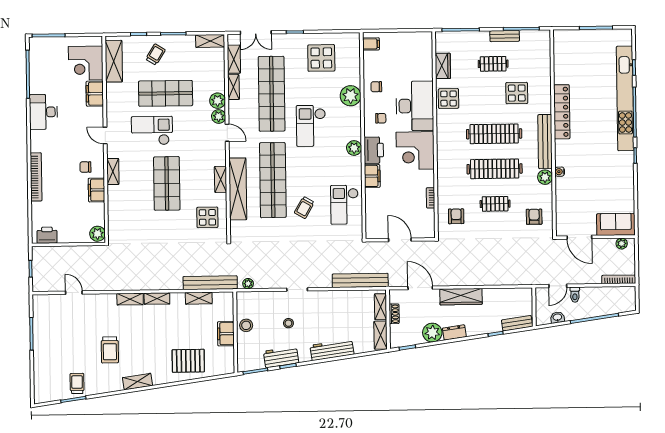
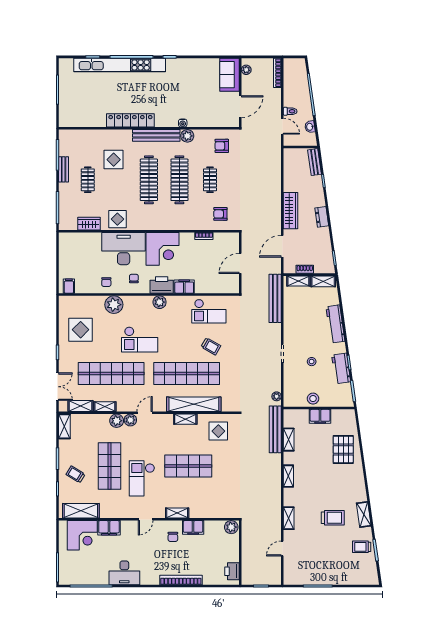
shelving: (130, 299) -> (289, 518), moved
plant: (432, 333) -> (322, 236), removed
shelving: (138, 382) -> (364, 515), moved

